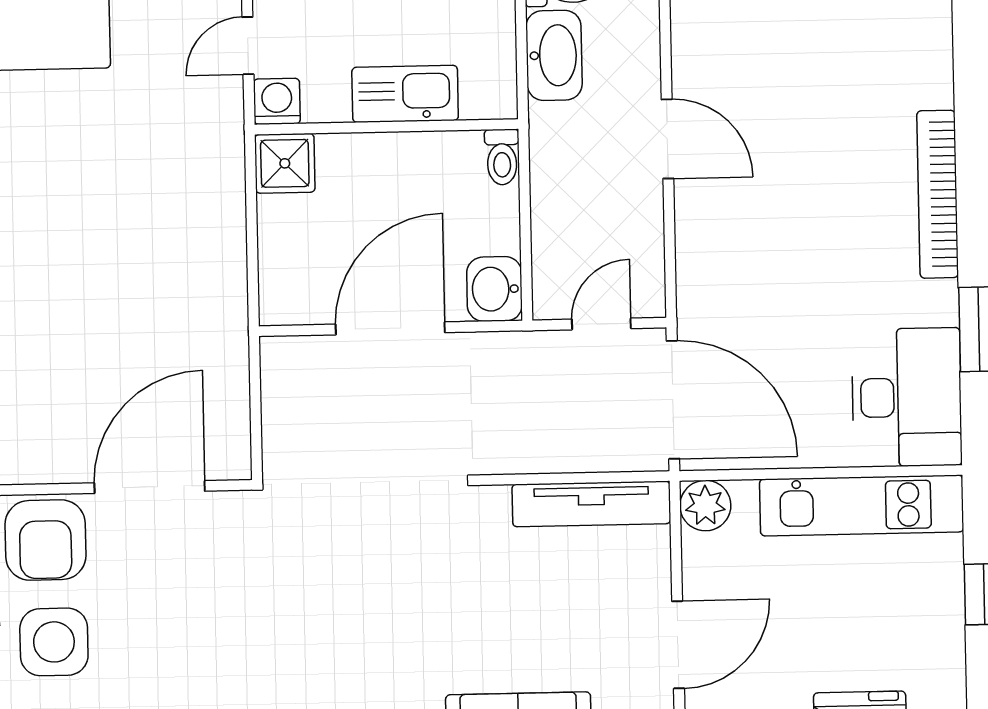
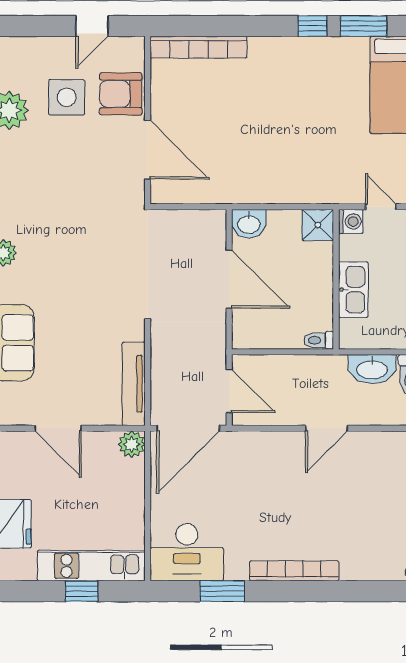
washbasin: (494, 289) -> (249, 224), moved, turned 180
door: (601, 324) -> (229, 391), width x1.38
kitchen unit: (862, 505) -> (91, 566), moved, turned 90

